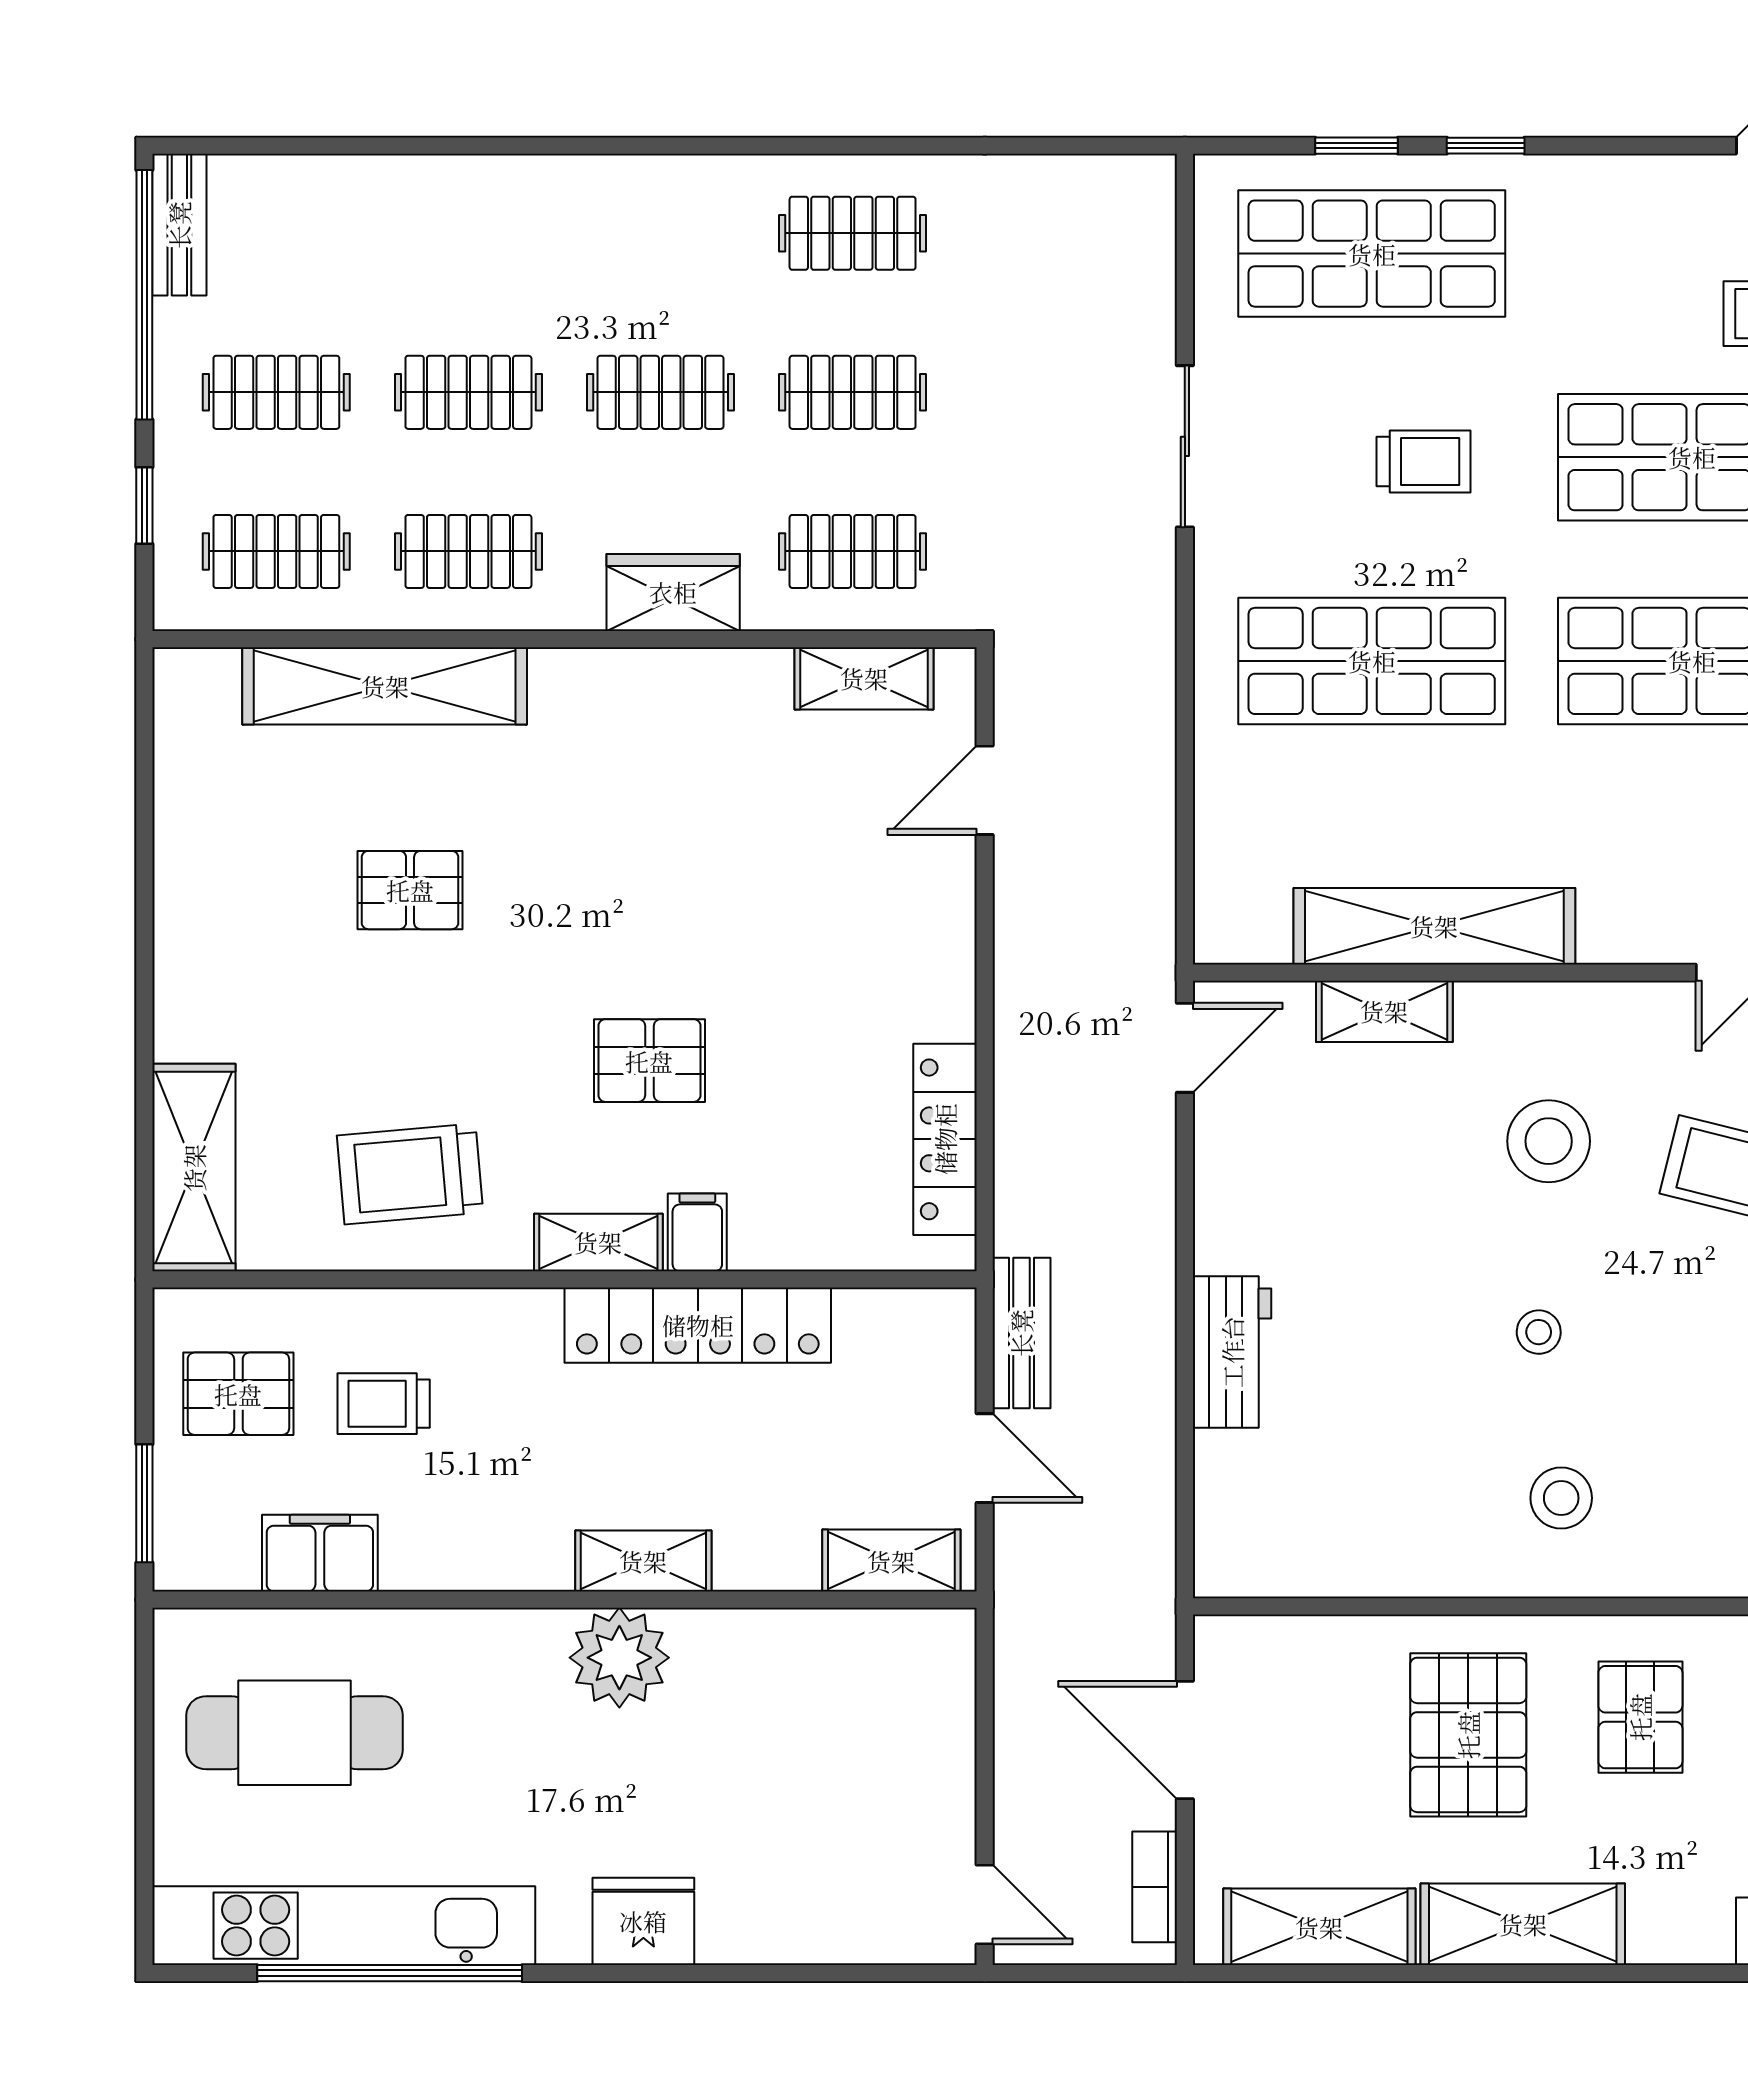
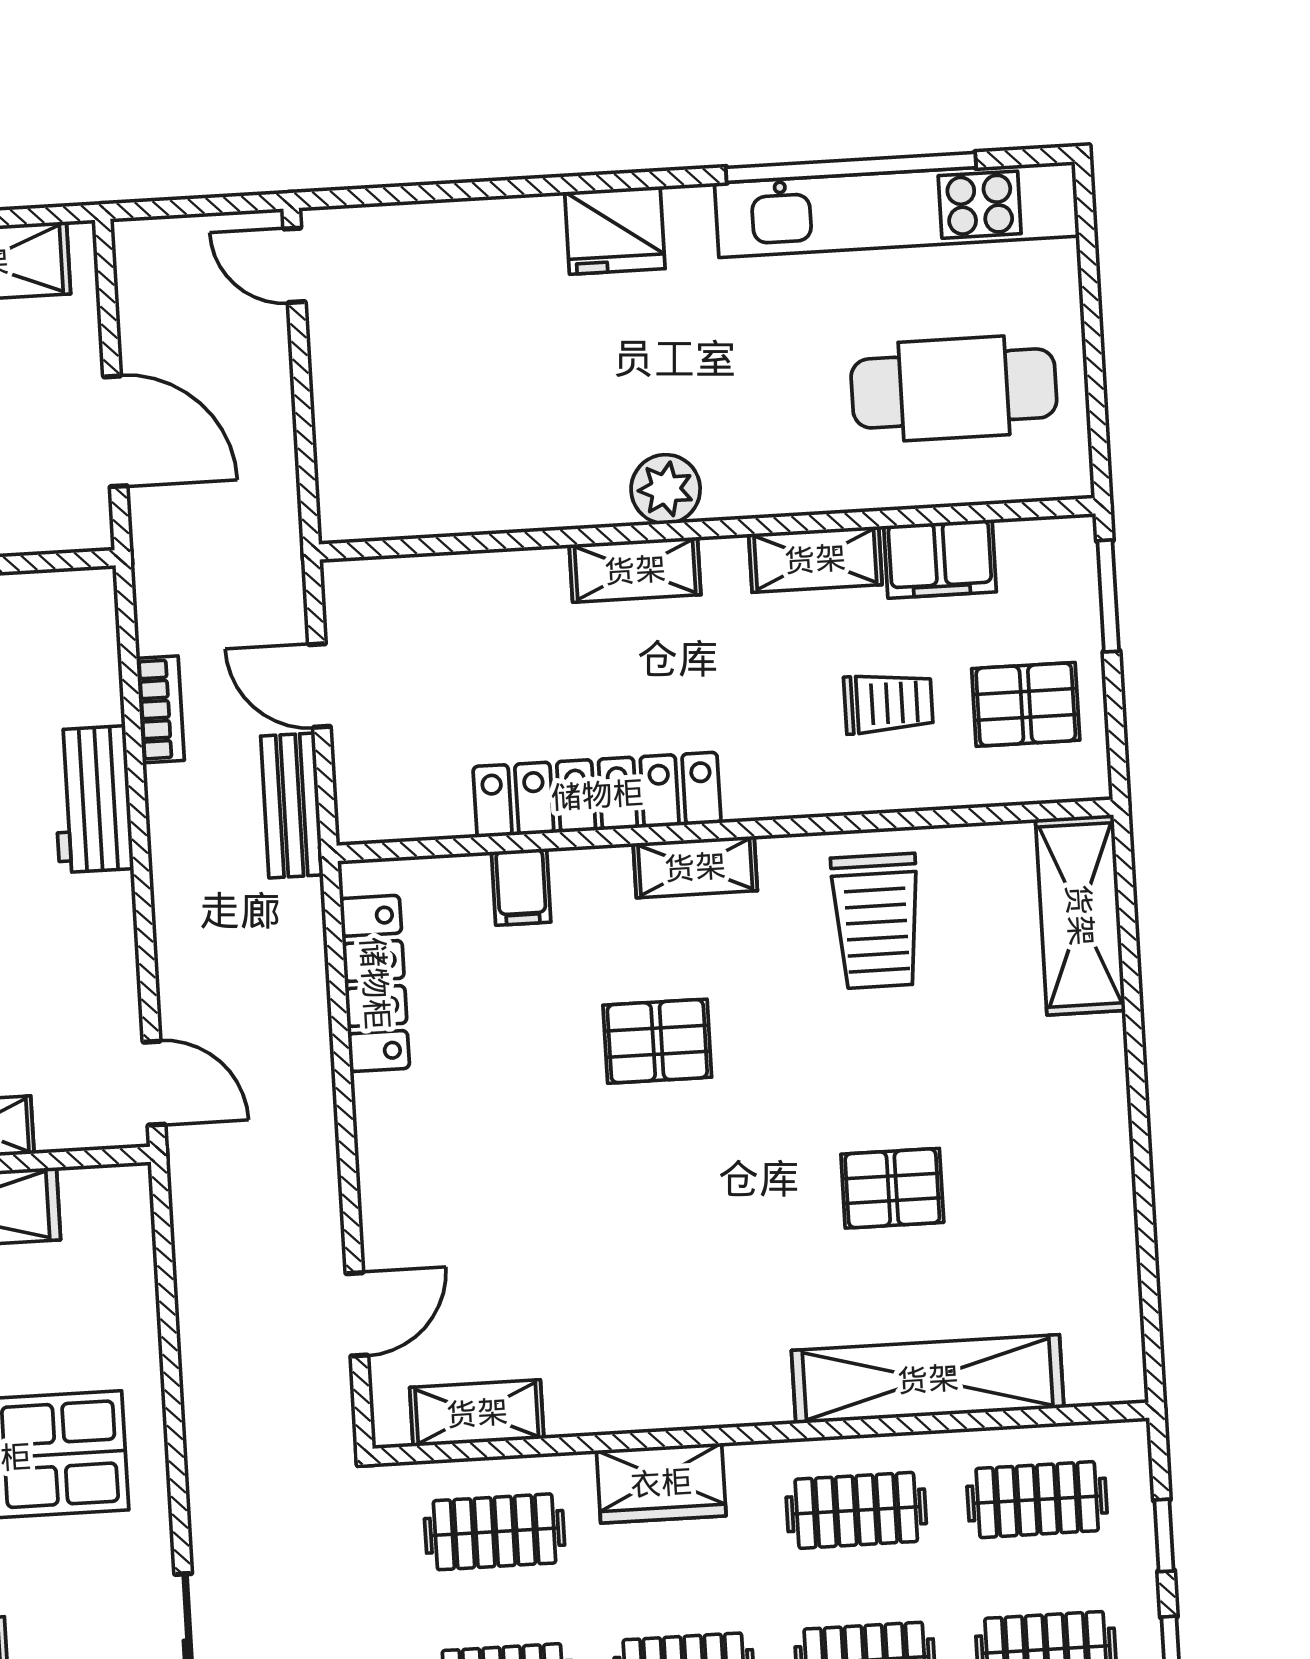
door: (1185, 1048) -> (154, 1083), swing flipped
trolley: (410, 1174) -> (876, 921), turned 95
filing cabinet: (697, 1232) -> (521, 887), moved
shelving: (891, 1561) -> (815, 559), moved
plant: (619, 1658) -> (666, 489), width x0.73, depth x0.73
bookcase: (1155, 1887) -> (160, 709), moved

